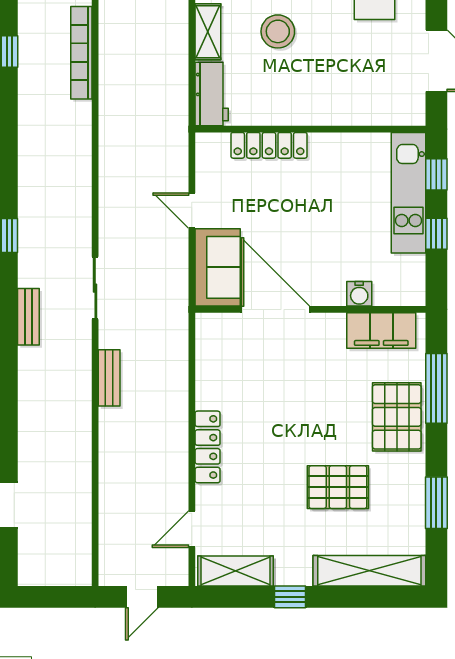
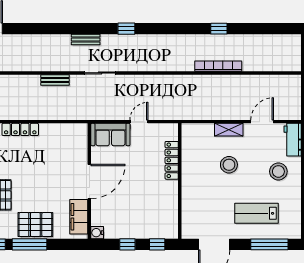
workbench: (212, 94) -> (198, 132), removed
kitchen unit: (408, 193) -> (148, 230), removed
water cooler: (359, 294) -> (97, 233), moved
door: (276, 309) -> (89, 181), moved
window: (436, 388) -> (29, 244), moved

